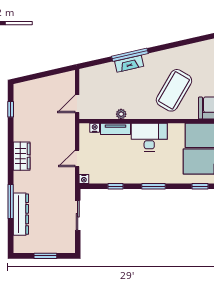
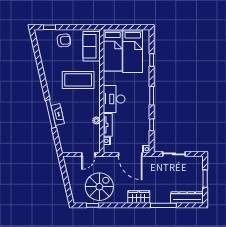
coffee table: (174, 90) -> (78, 80), turned -30
door: (77, 104) -> (88, 154), hinge flipped
spiral stairs: (35, 118) -> (99, 187), added
wardrobe: (22, 156) -> (139, 197), moved
door: (77, 158) -> (130, 154), width x1.87
dresser: (21, 214) -> (187, 197), moved

